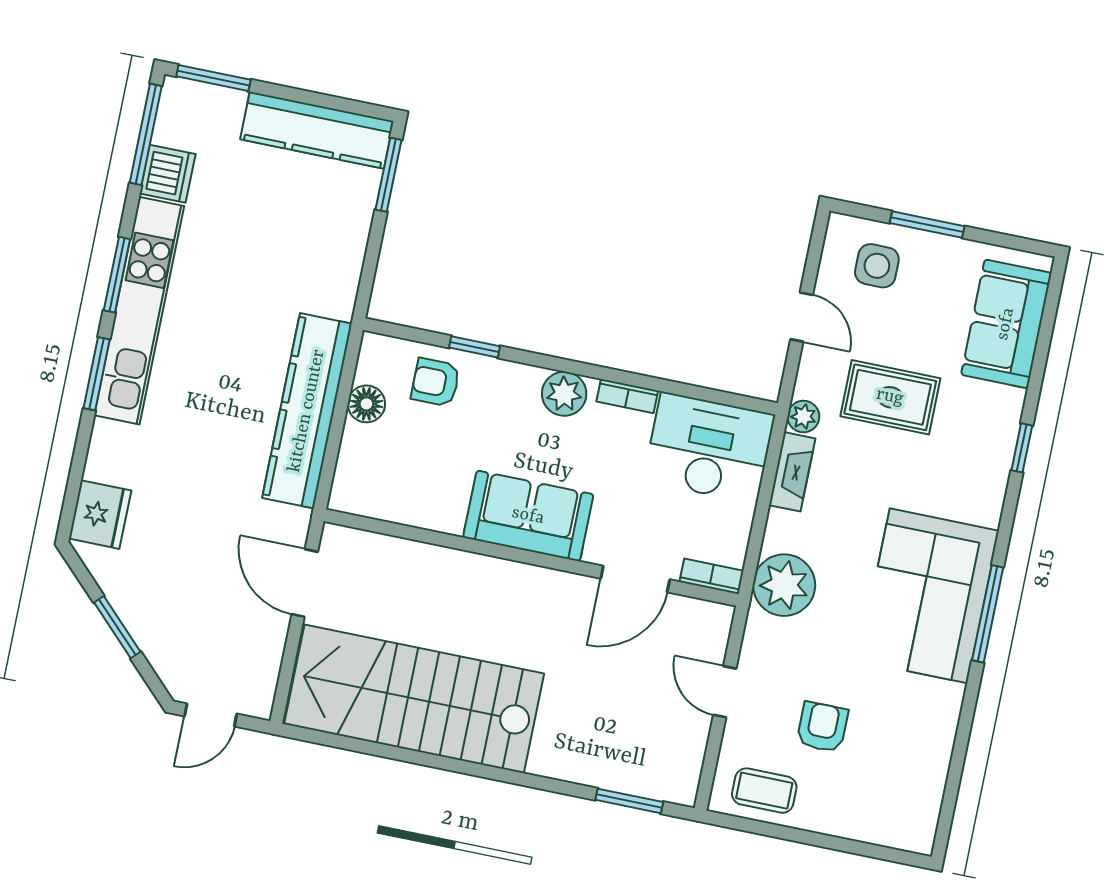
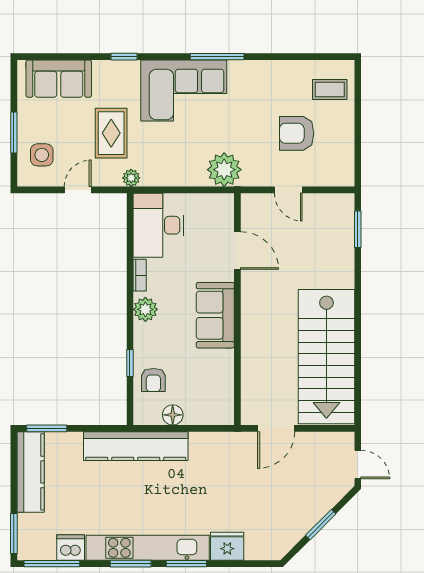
kitchen counter: (307, 411) -> (136, 446), moved
fireplace: (792, 472) -> (162, 178), removed
fridge: (100, 515) -> (227, 546), moved
bookcase: (712, 576) -> (228, 210), removed
corner sofa: (929, 596) -> (184, 90), moved
door: (725, 692) -> (288, 190), hinge flipped
armchair: (822, 727) -> (297, 133), width x1.38, depth x1.38
coffee table: (764, 791) -> (330, 89), moved, turned 90

